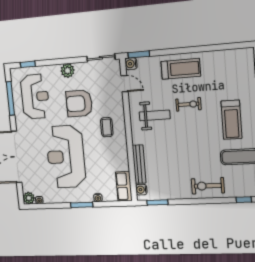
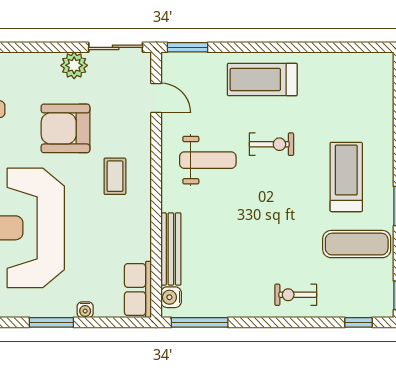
water cooler: (131, 64) -> (172, 63), removed
treadmill: (181, 69) -> (262, 80), turned 180
plant: (68, 71) -> (74, 65), moved
treadmill: (231, 120) -> (346, 177), turned 180
exercise bike: (208, 186) -> (296, 295), width x0.73, depth x0.72
window: (157, 202) -> (200, 322), width x1.44

